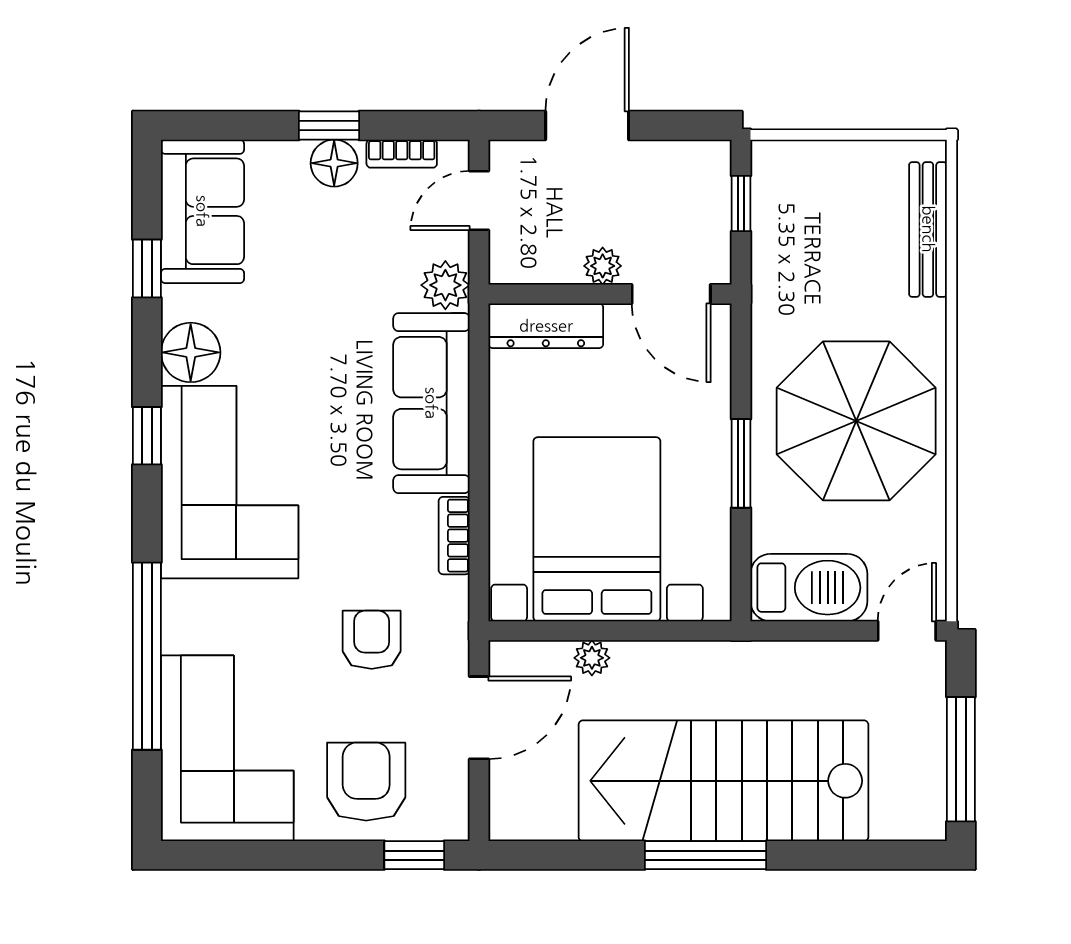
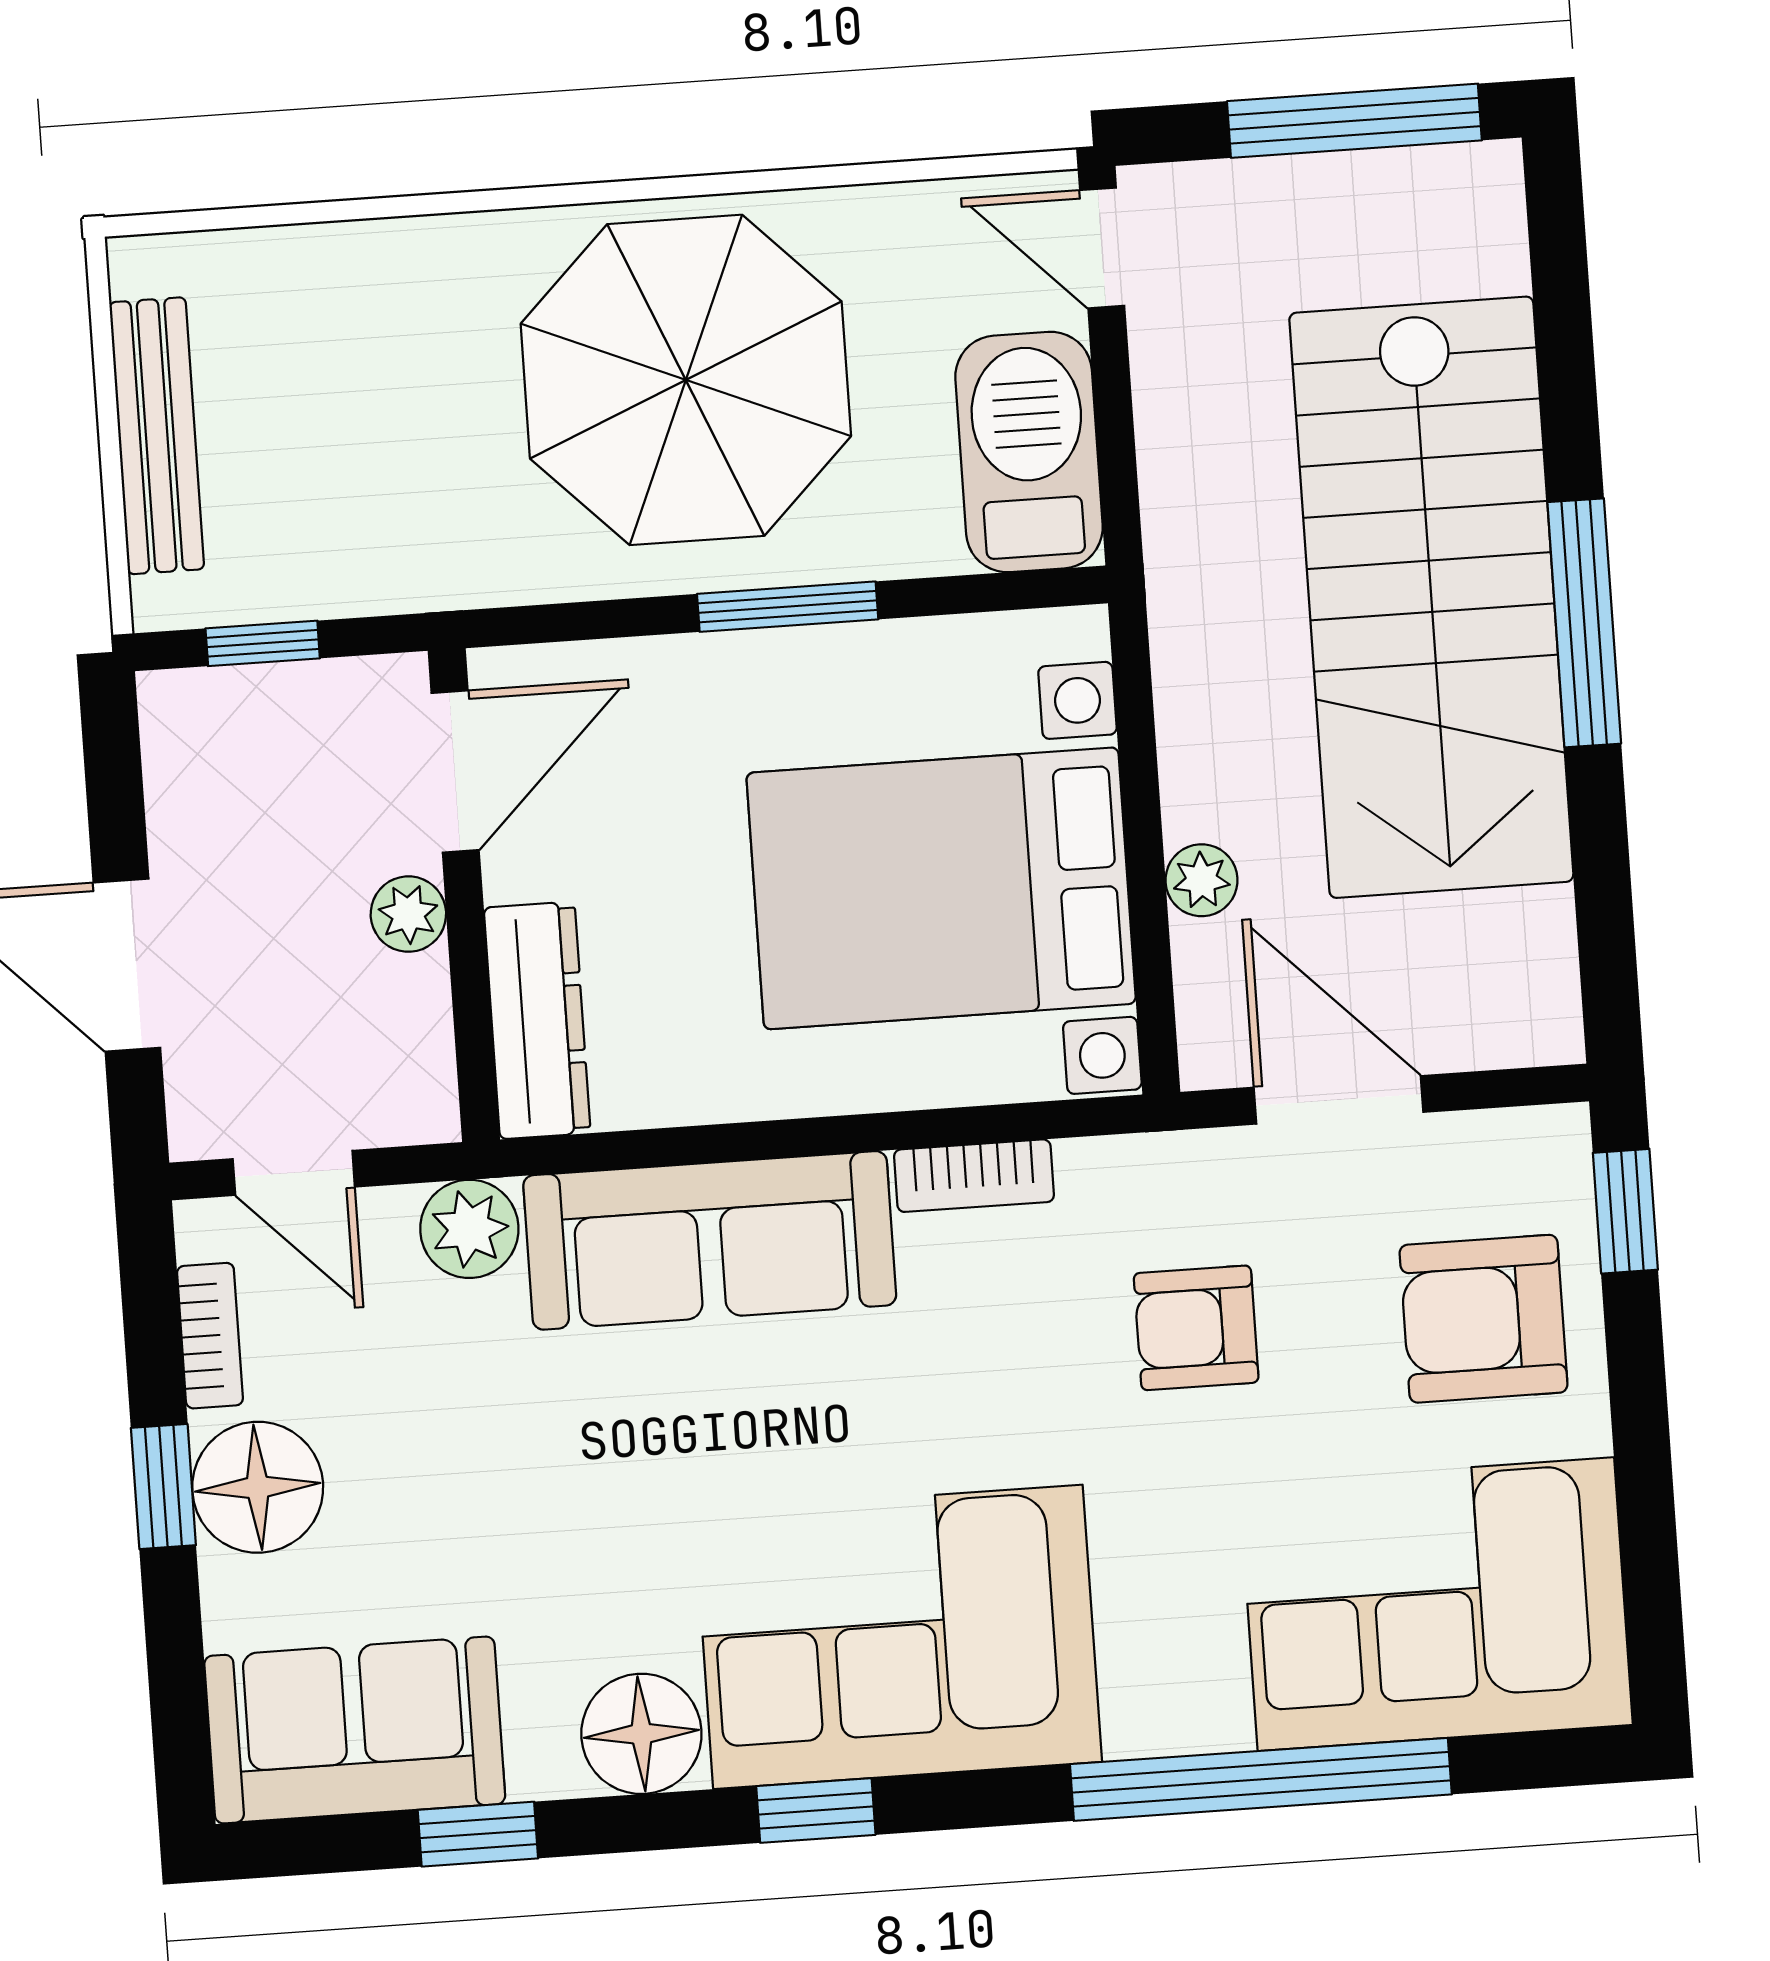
floor lamp: (334, 163) -> (258, 1487), width x1.38, depth x1.38
bench: (928, 229) -> (157, 436), moved, turned 90

